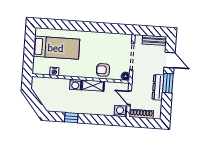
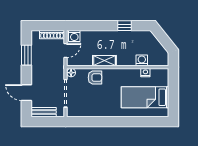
window: (168, 83) -> (26, 55), moved
washing machine: (75, 85) -> (142, 60), moved
dresser: (158, 87) -> (36, 63), removed
door: (129, 98) -> (66, 51), hinge flipped

